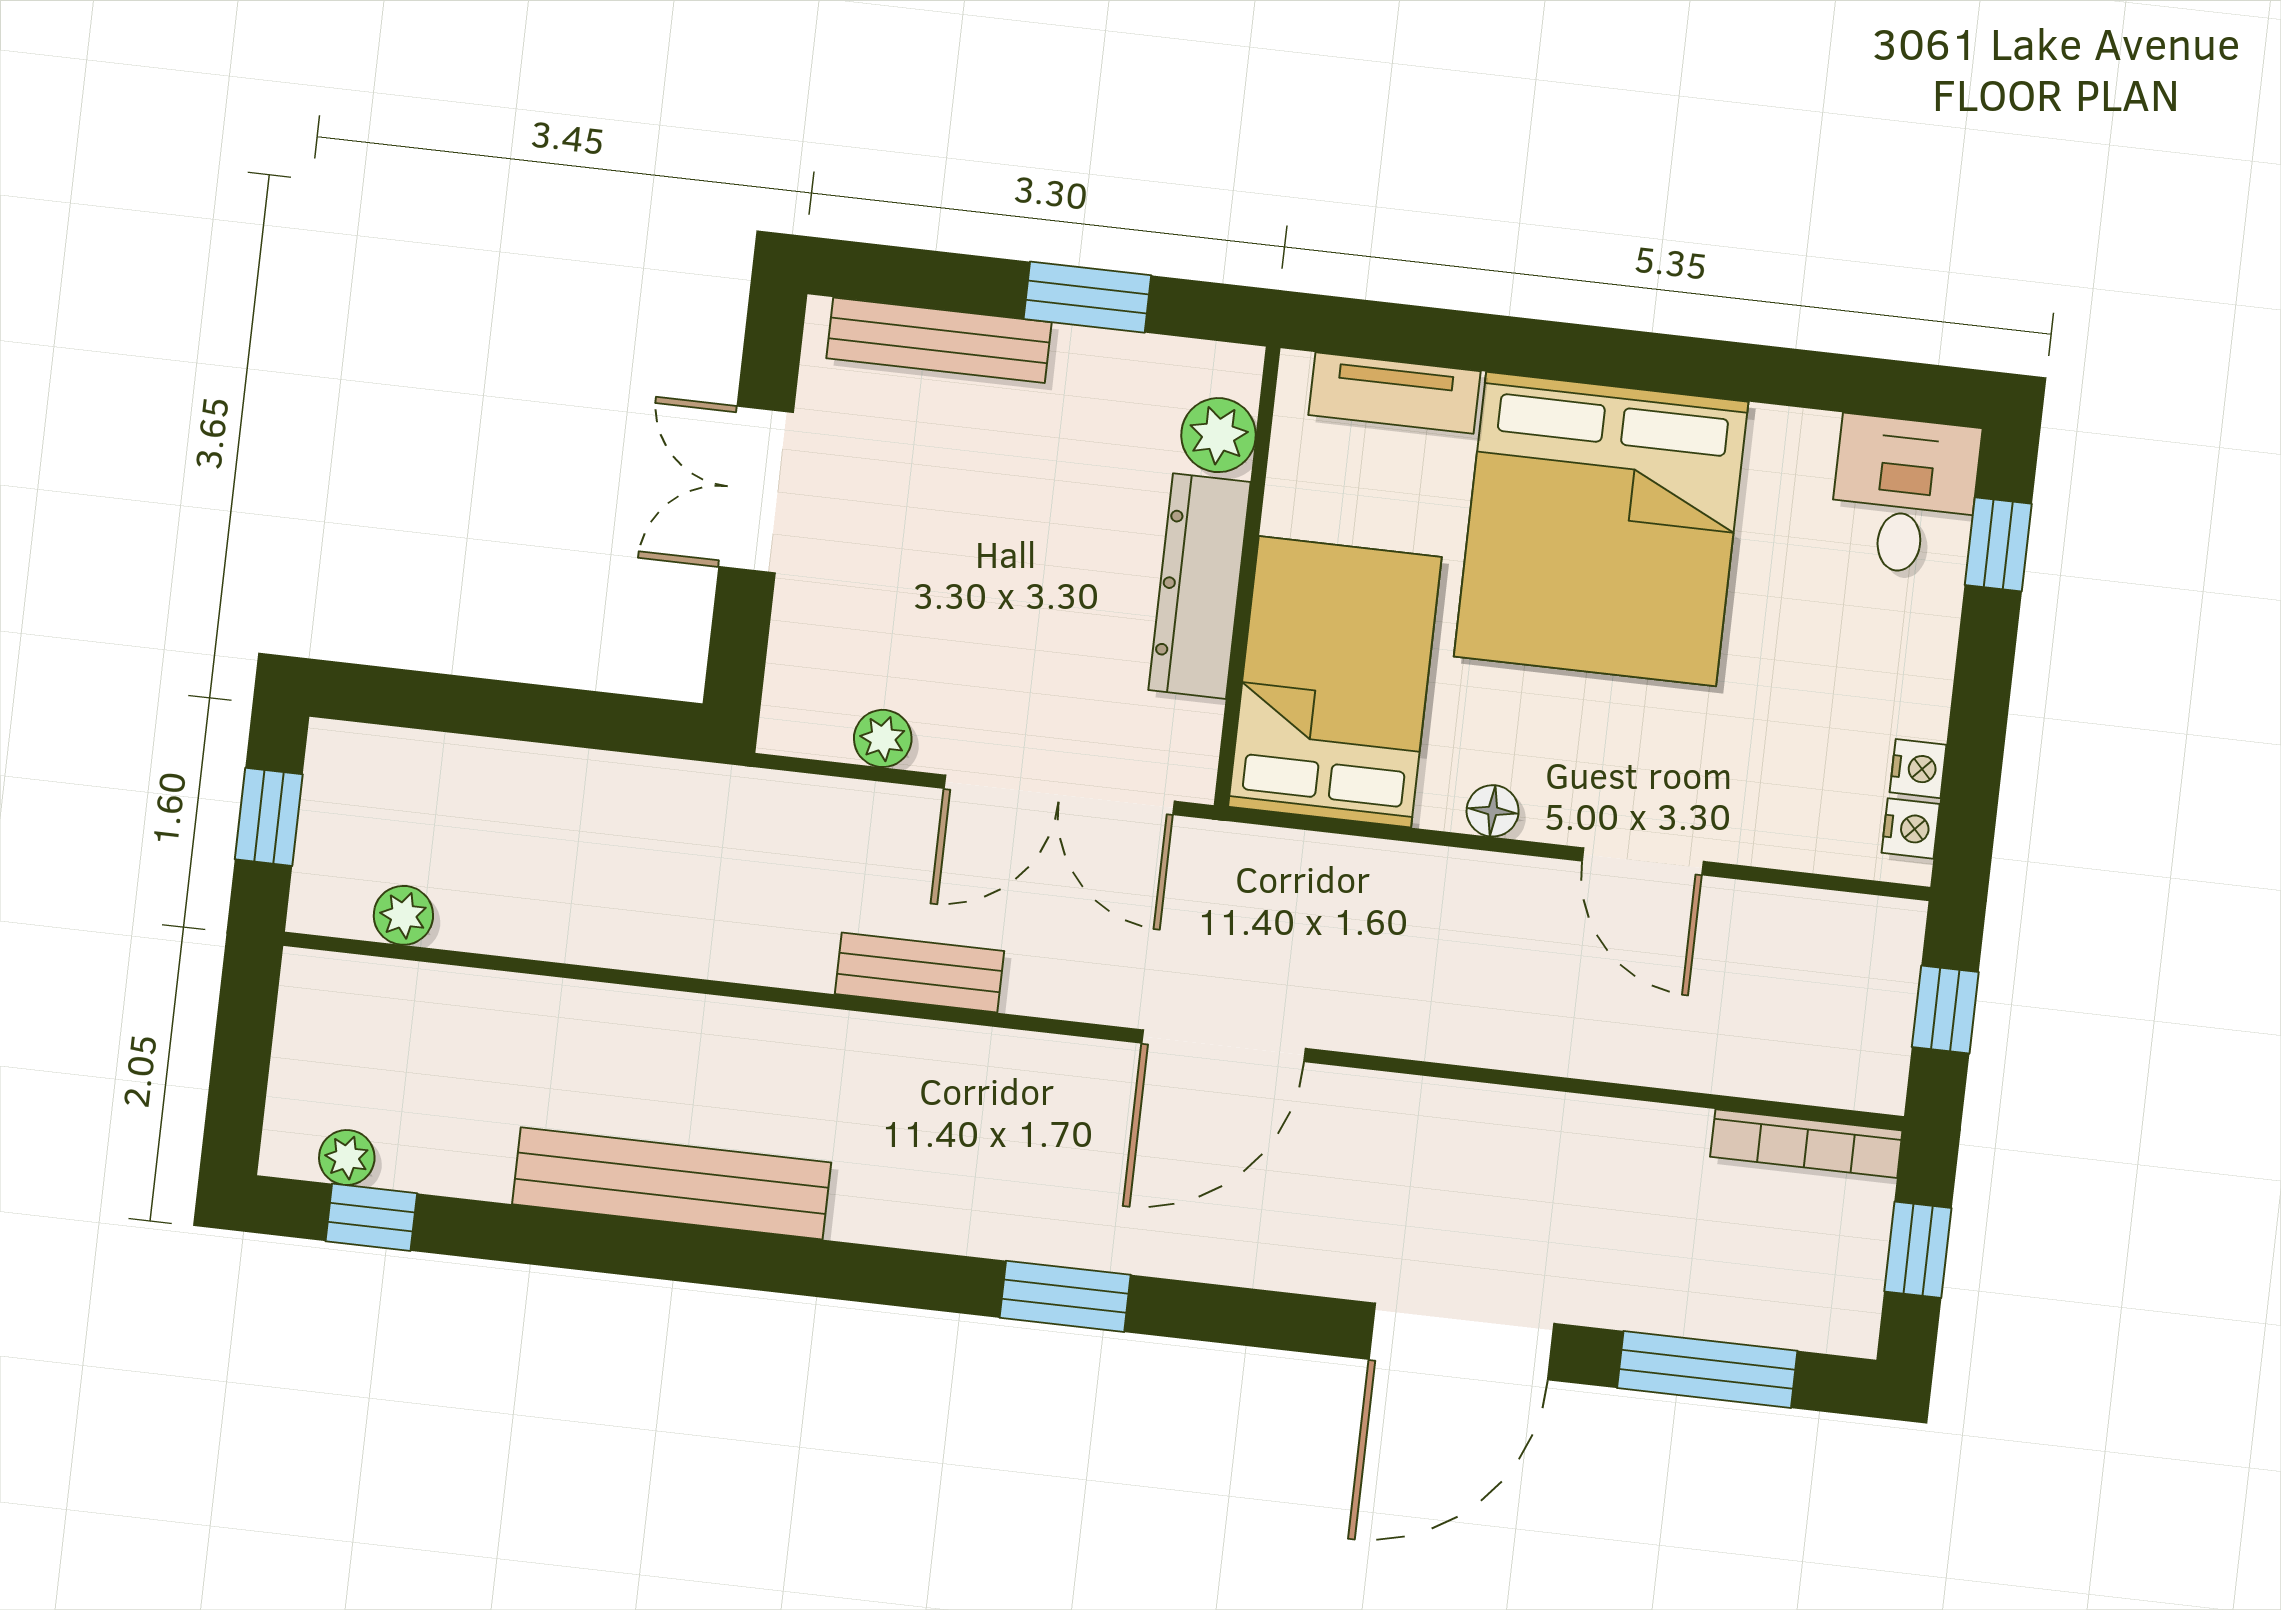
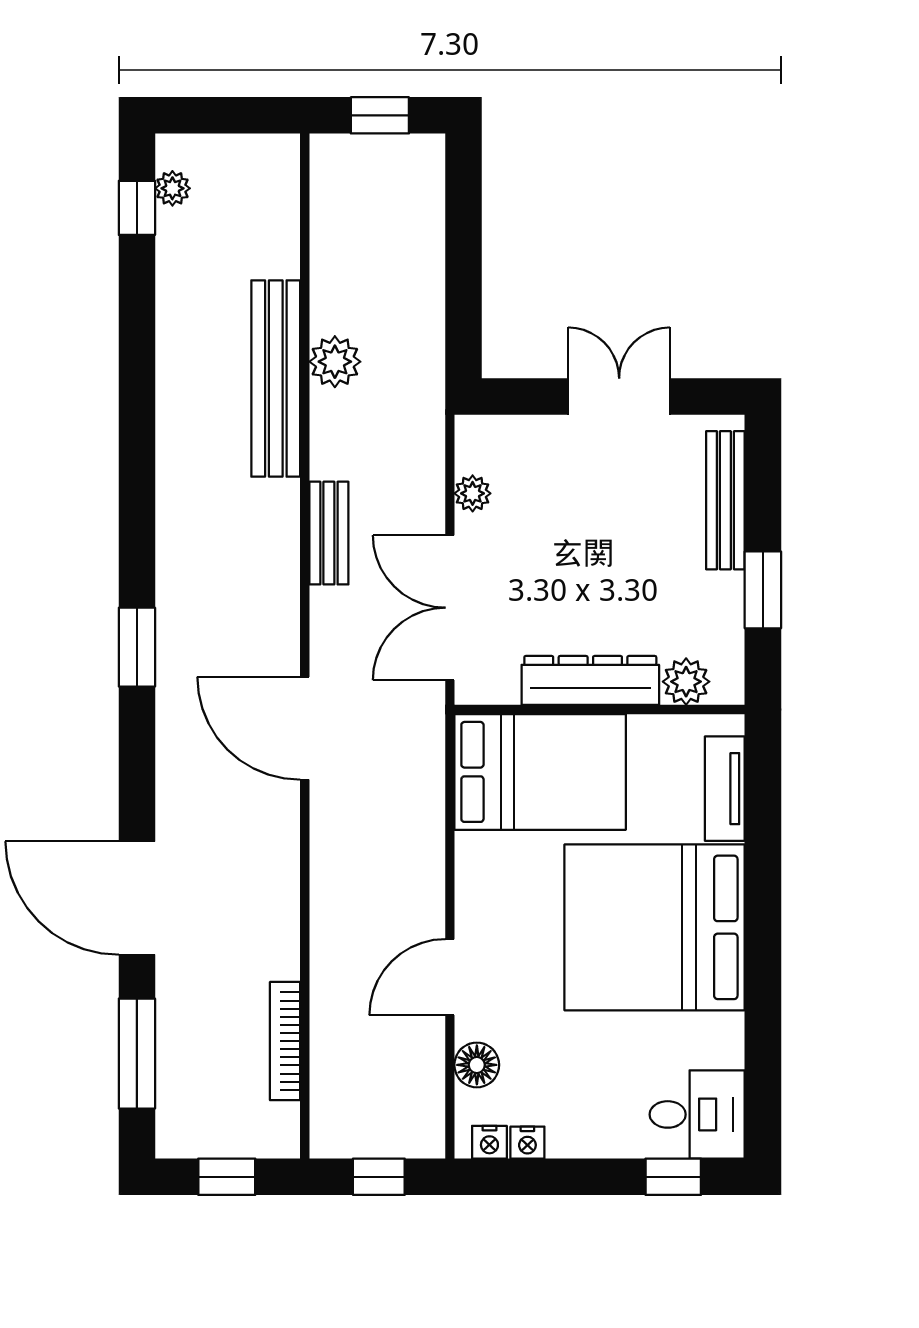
floor lamp: (1493, 811) -> (477, 1065), moved, width x1.37, depth x1.37
plant: (403, 915) -> (335, 362), moved, width x1.38, depth x1.38
bookcase: (1806, 1144) -> (285, 1041), moved
bench: (672, 1183) -> (276, 378), moved

